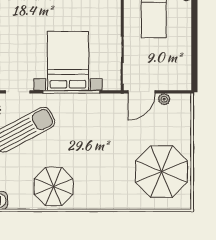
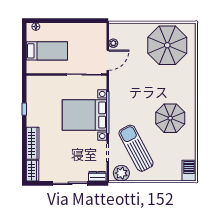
door: (141, 92) -> (108, 60), hinge flipped
parasol: (54, 186) -> (170, 118), moved

